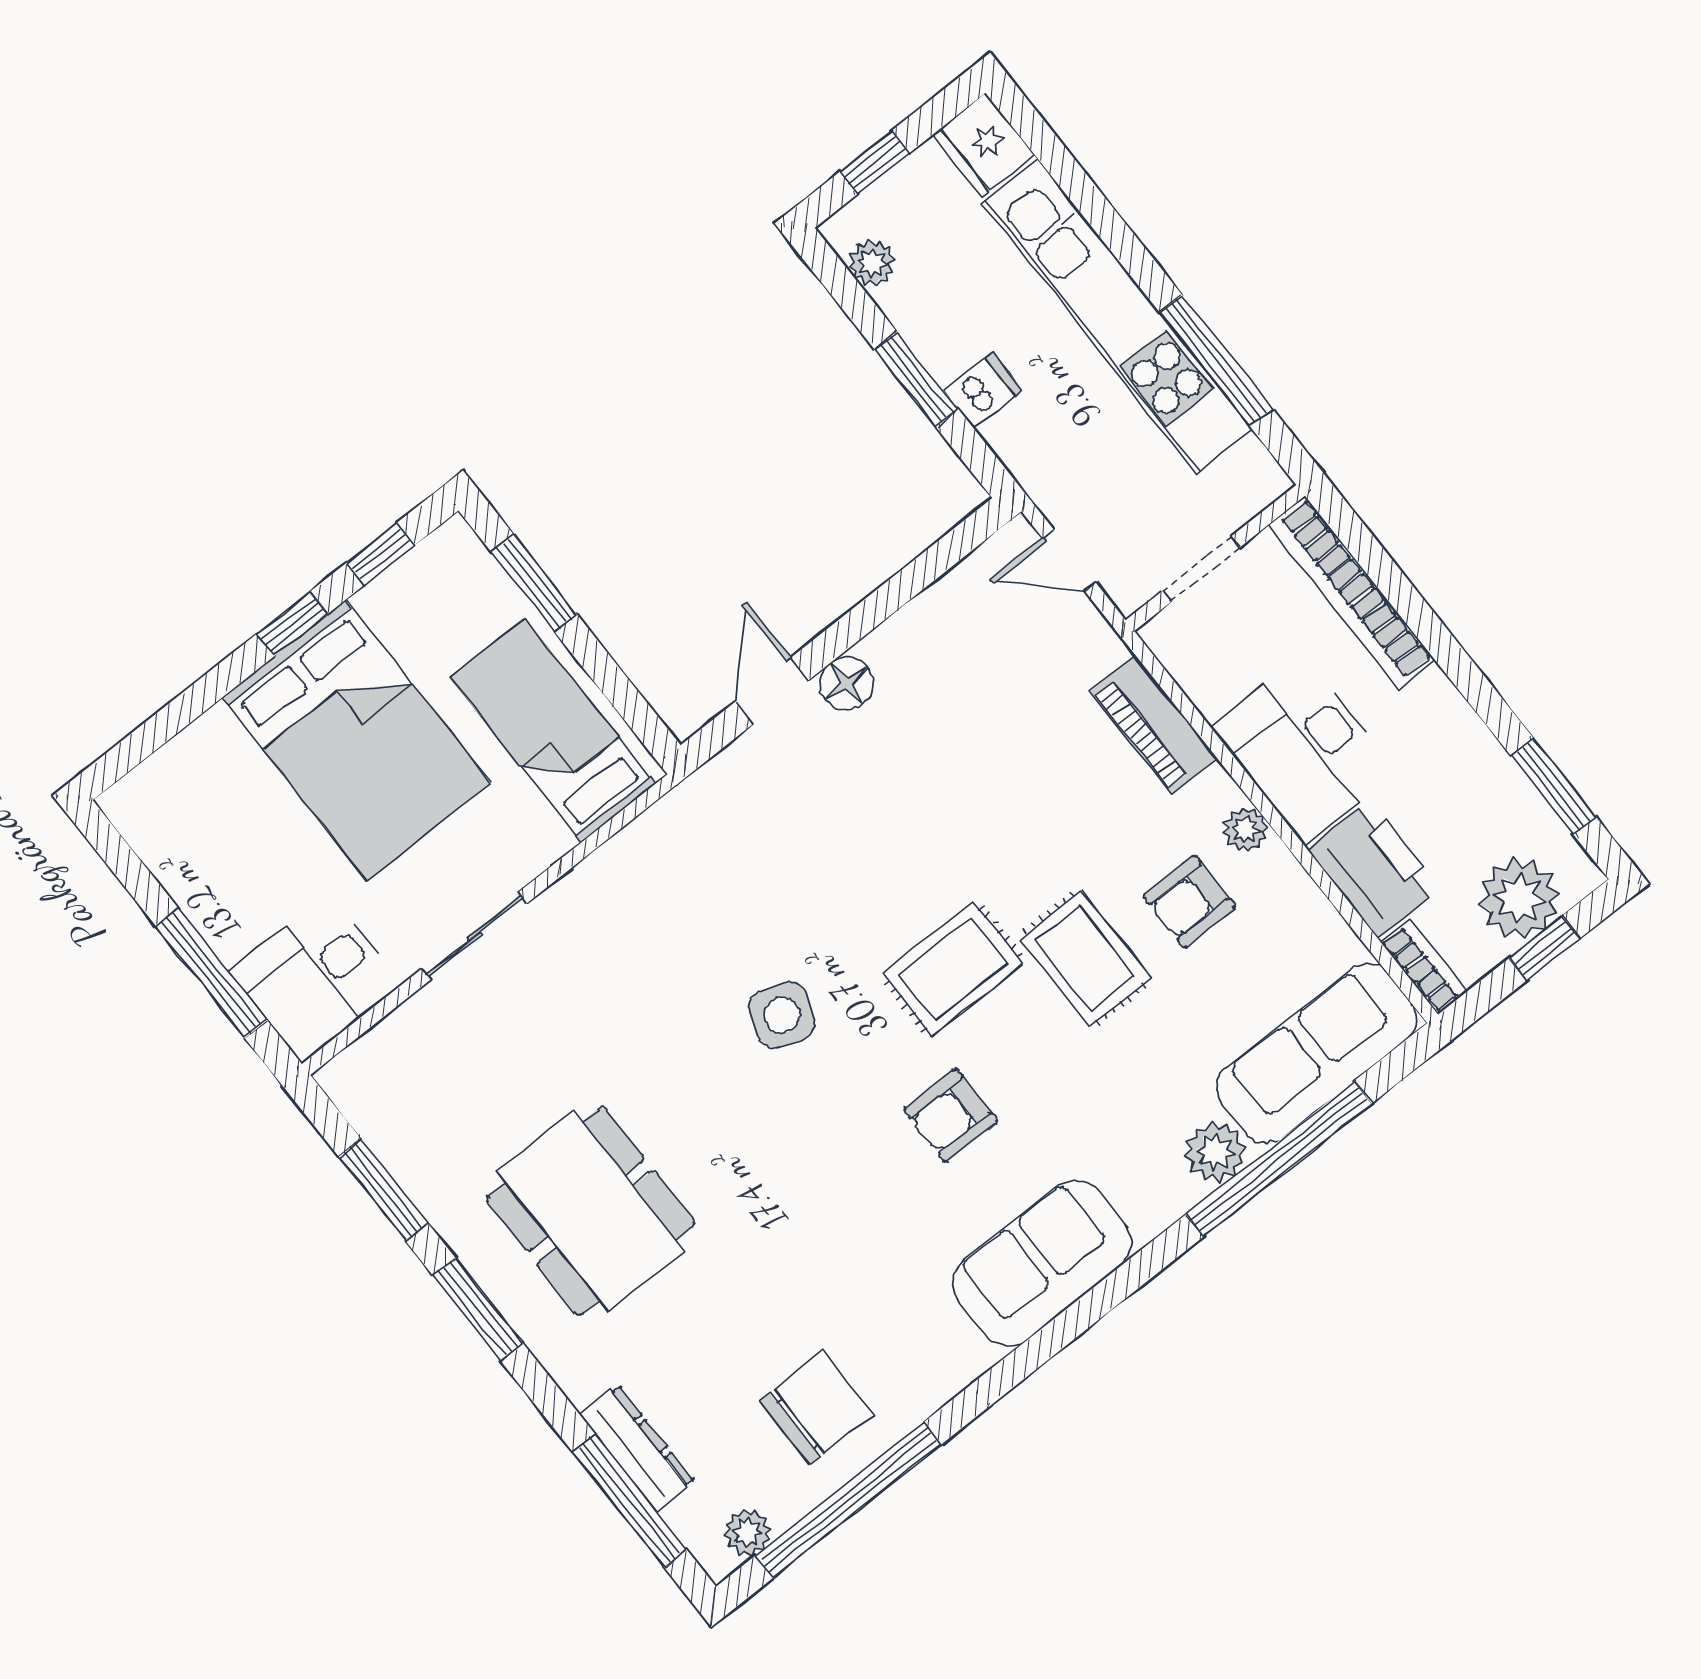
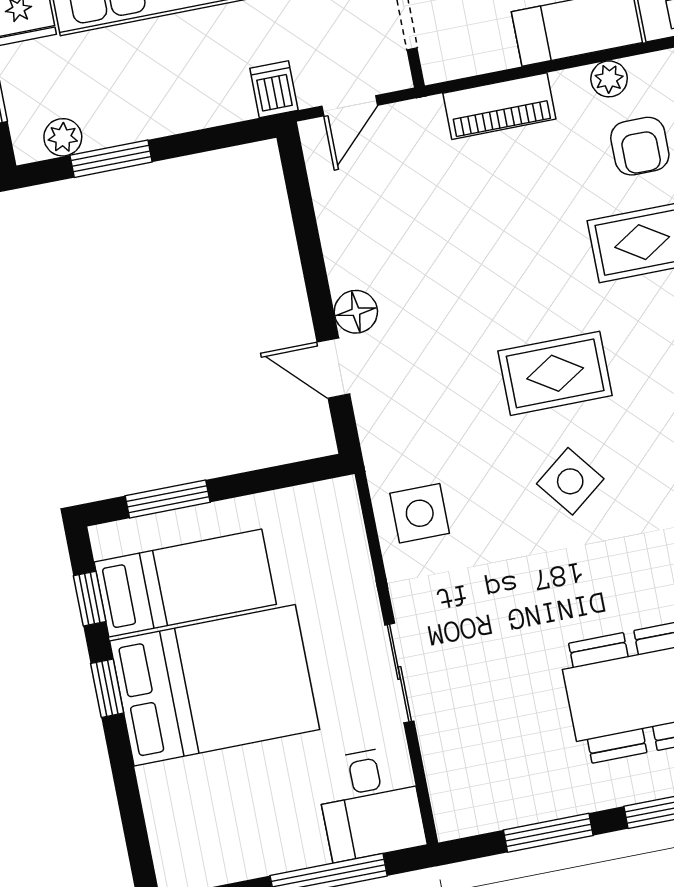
window: (917, 380) -> (111, 159), moved
dishwasher: (983, 390) -> (274, 89), moved
bed: (553, 731) -> (185, 583), moved, turned 180
side table: (661, 868) -> (420, 513), added
rug: (953, 969) -> (555, 373), moved, turned 90
side table: (782, 1015) -> (570, 481), turned 32

